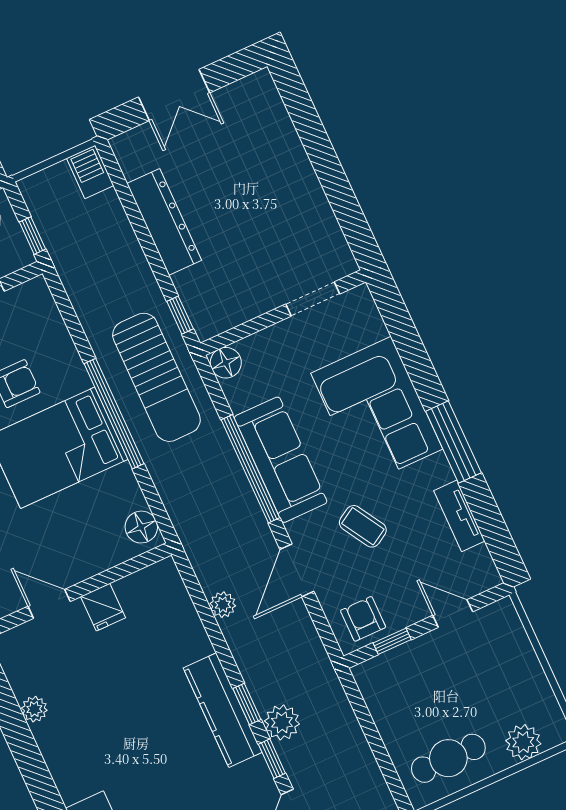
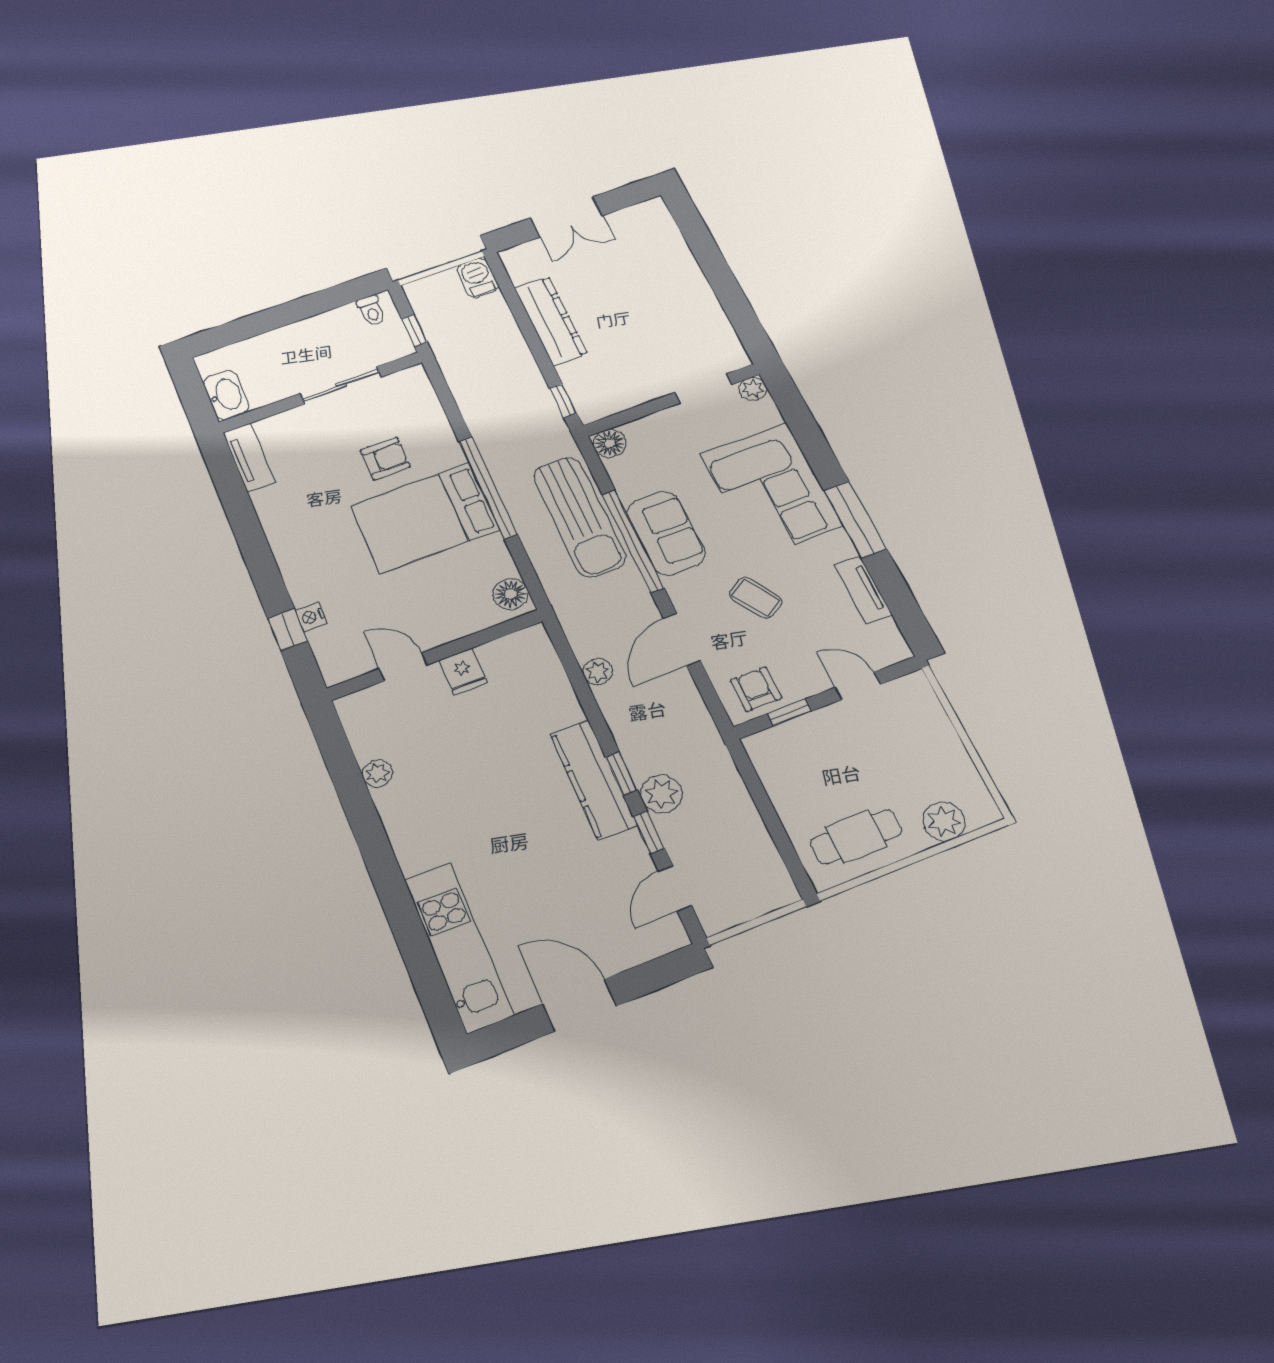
plant: (360, 299) -> (753, 389), added
sun lounger: (156, 377) -> (579, 517), moved
sofa: (281, 460) -> (666, 533), width x0.73

